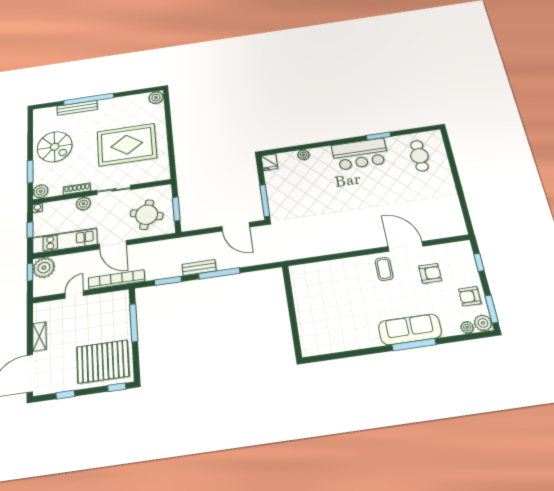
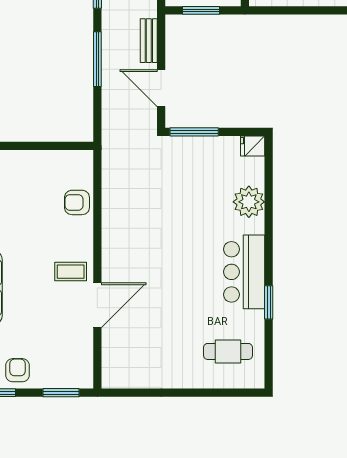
plant: (303, 155) -> (249, 202), width x1.87, depth x1.87
door: (236, 227) -> (161, 88), hinge flipped
window: (479, 262) -> (61, 393), width x1.50
bench: (199, 268) -> (149, 41), moved
armchair: (430, 273) -> (77, 202), moved, turned 90

